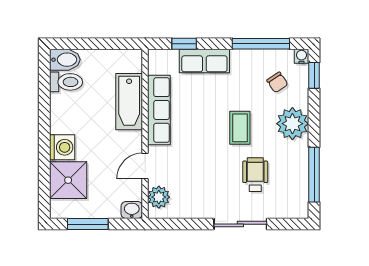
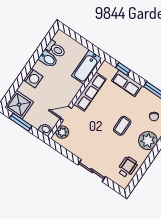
bidet: (65, 60) -> (48, 59), moved
bathtub: (129, 102) -> (87, 67), moved
wheelchair: (255, 175) -> (127, 167), moved
window: (314, 175) -> (142, 171), removed
shower: (68, 180) -> (19, 105), moved

